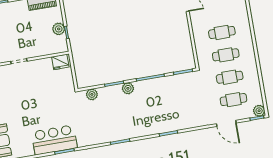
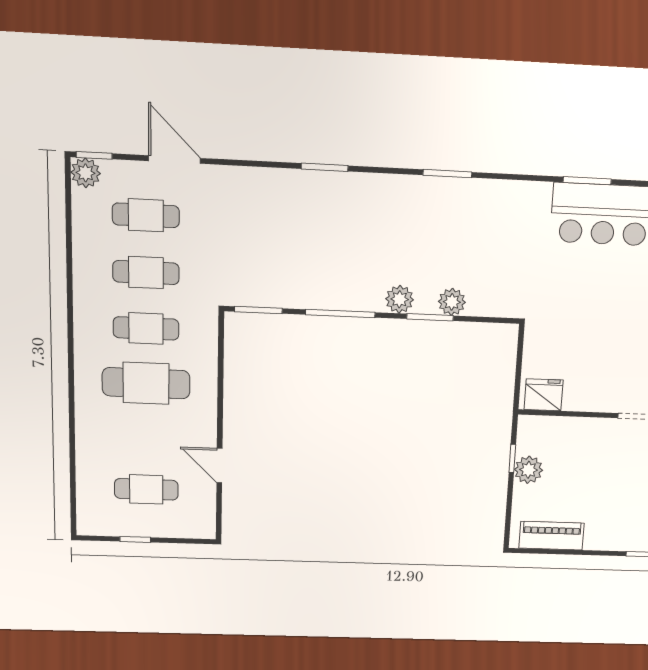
cafe table: (222, 32) -> (146, 383), width x1.37, depth x1.35
plant: (92, 94) -> (452, 302), moved

